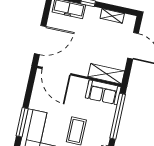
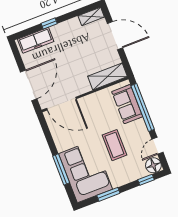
shelving: (112, 16) -> (91, 16), moved
sofa: (103, 92) -> (127, 104), moved, turned 90

